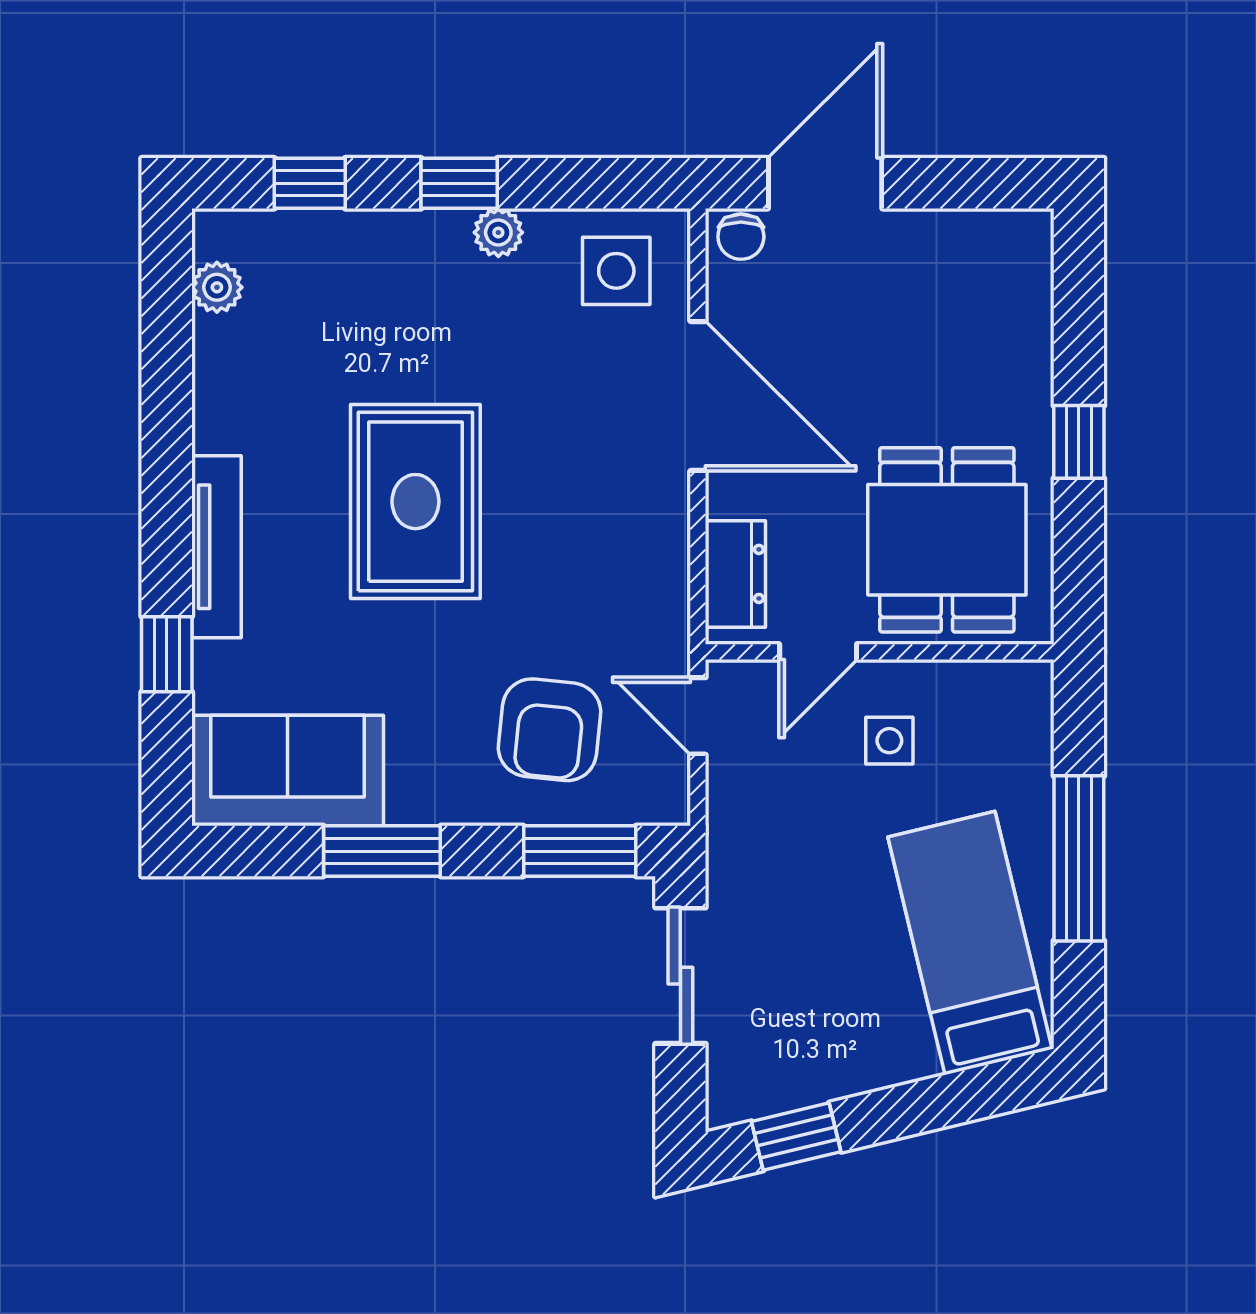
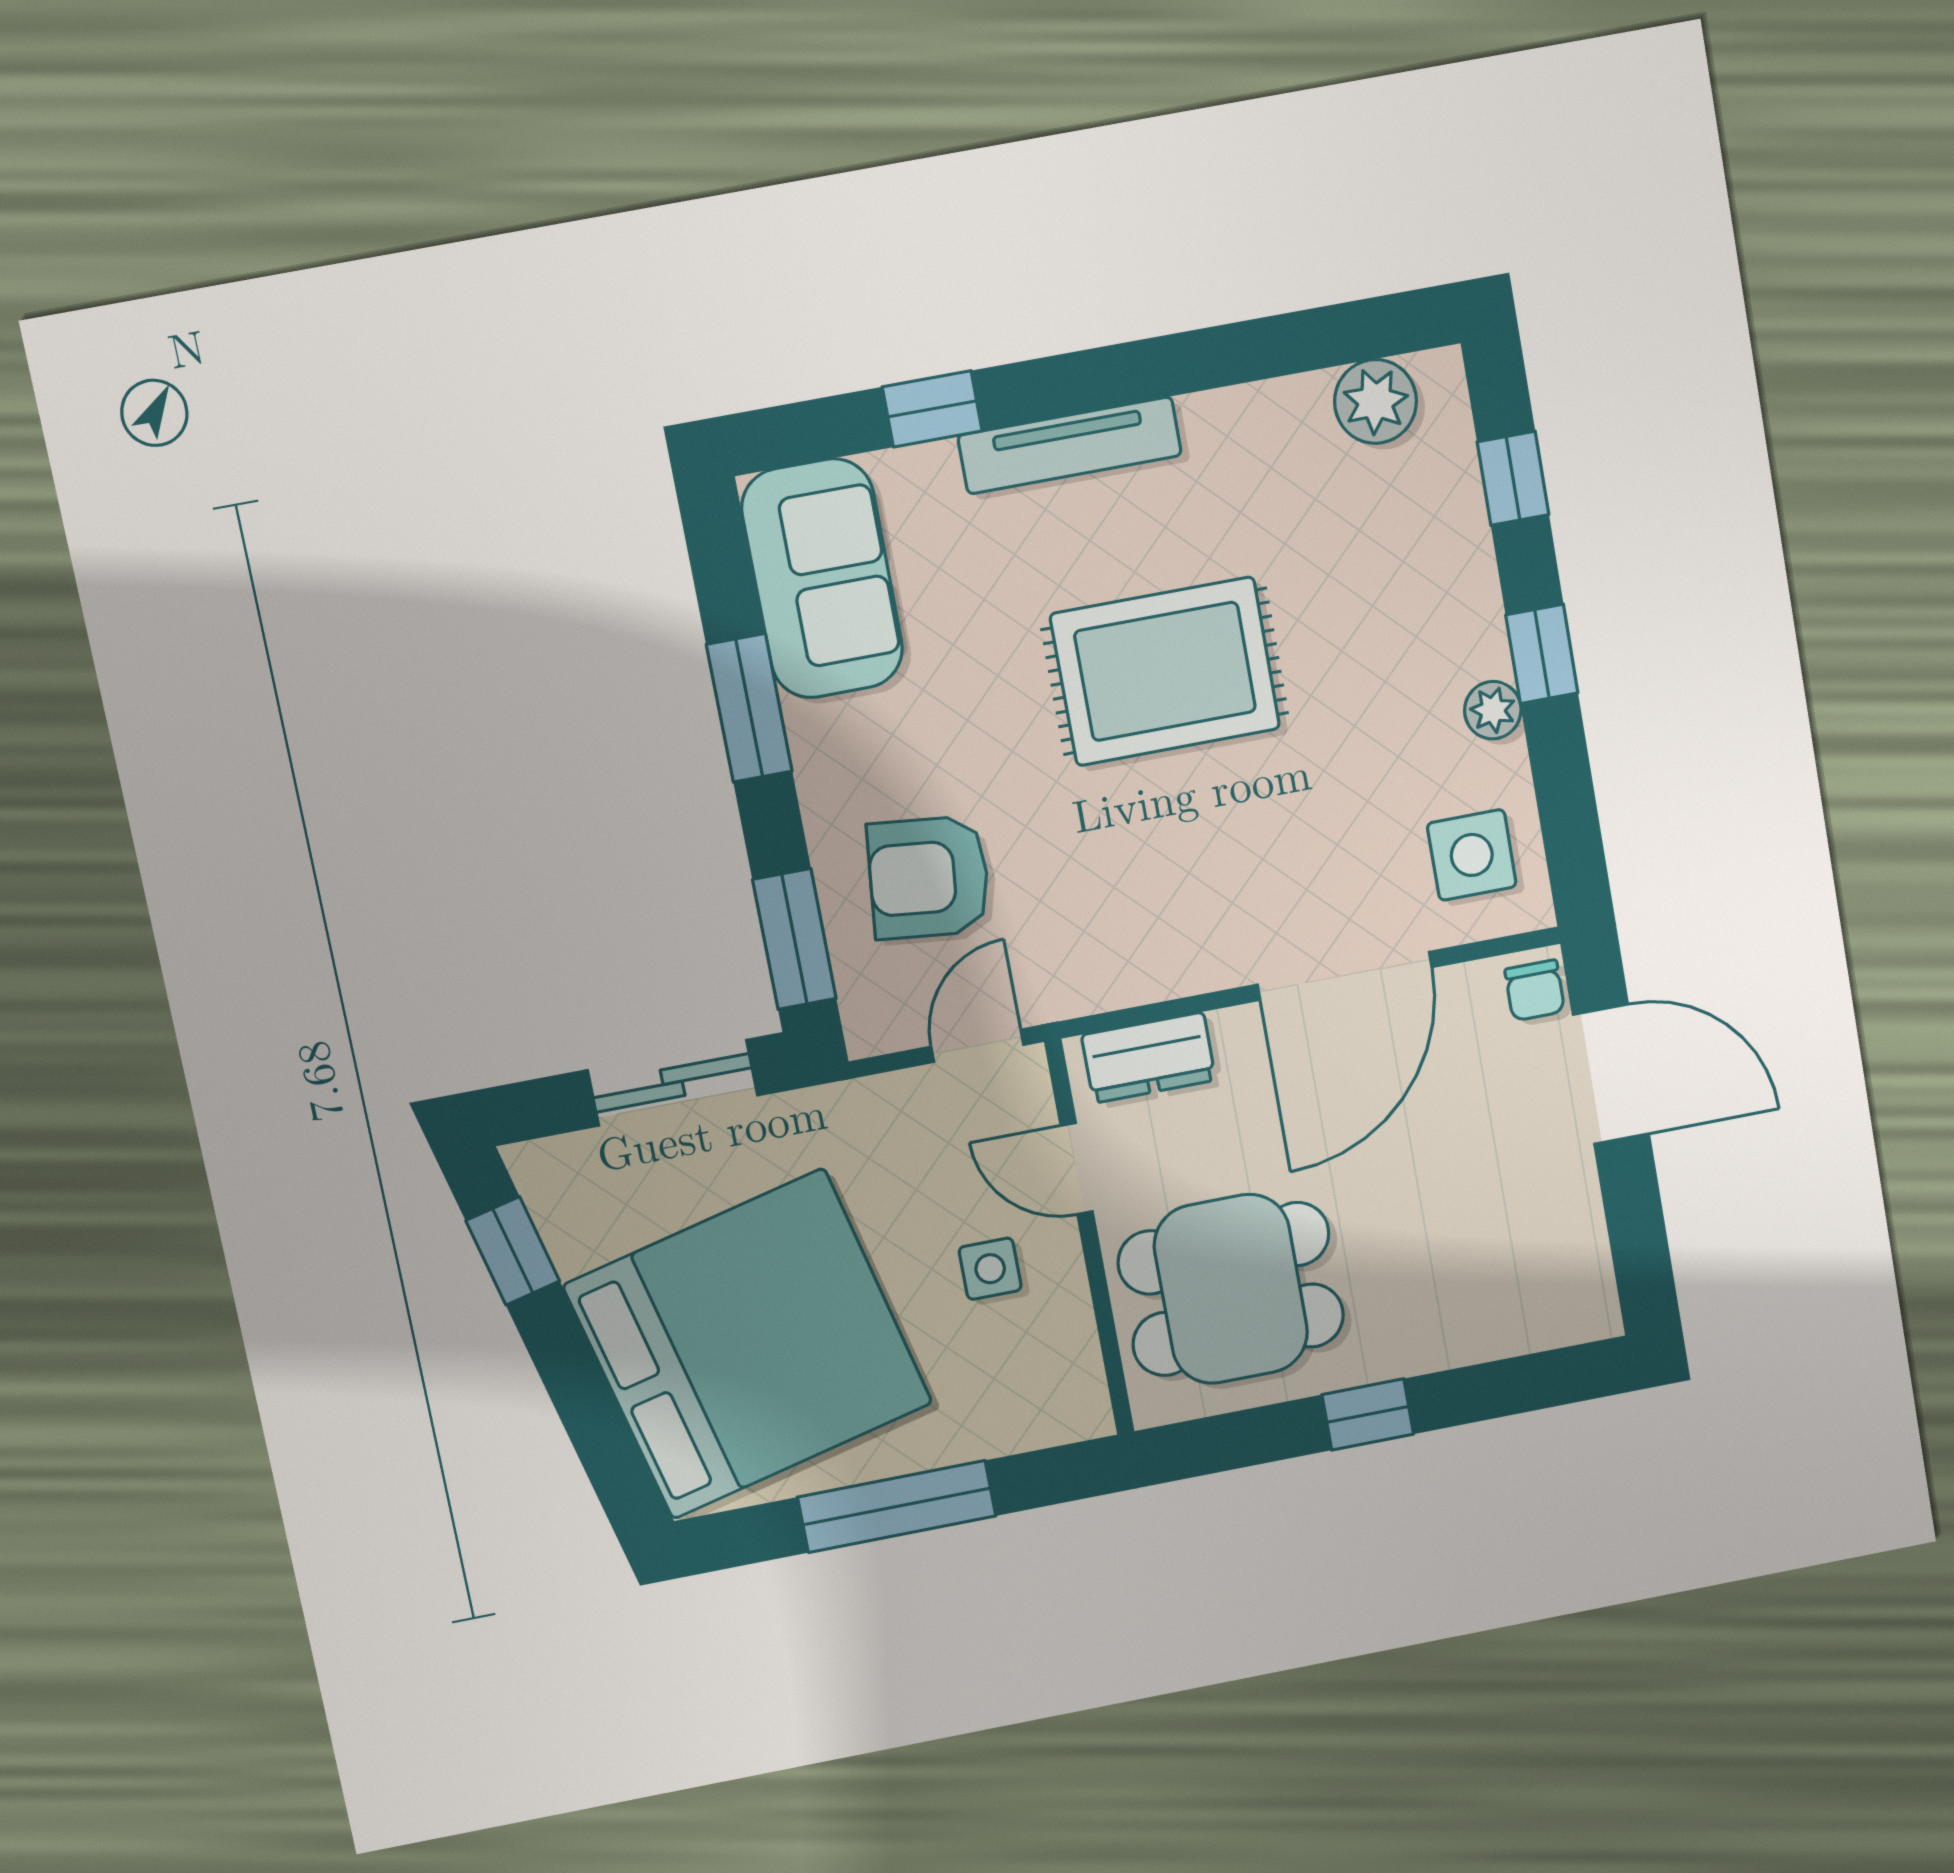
chair: (741, 237) -> (1535, 990), turned -90
plant: (217, 287) -> (1375, 401), width x1.38, depth x1.38
bed: (970, 943) -> (748, 1344), width x2.04

